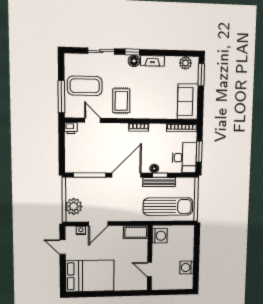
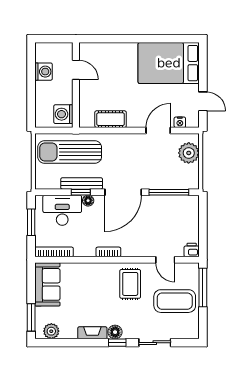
desk: (184, 158) -> (62, 210), moved, turned 90
washing machine: (160, 236) -> (63, 114), moved
wall: (150, 258) -> (76, 85), moved
door: (150, 270) -> (76, 70), moved

